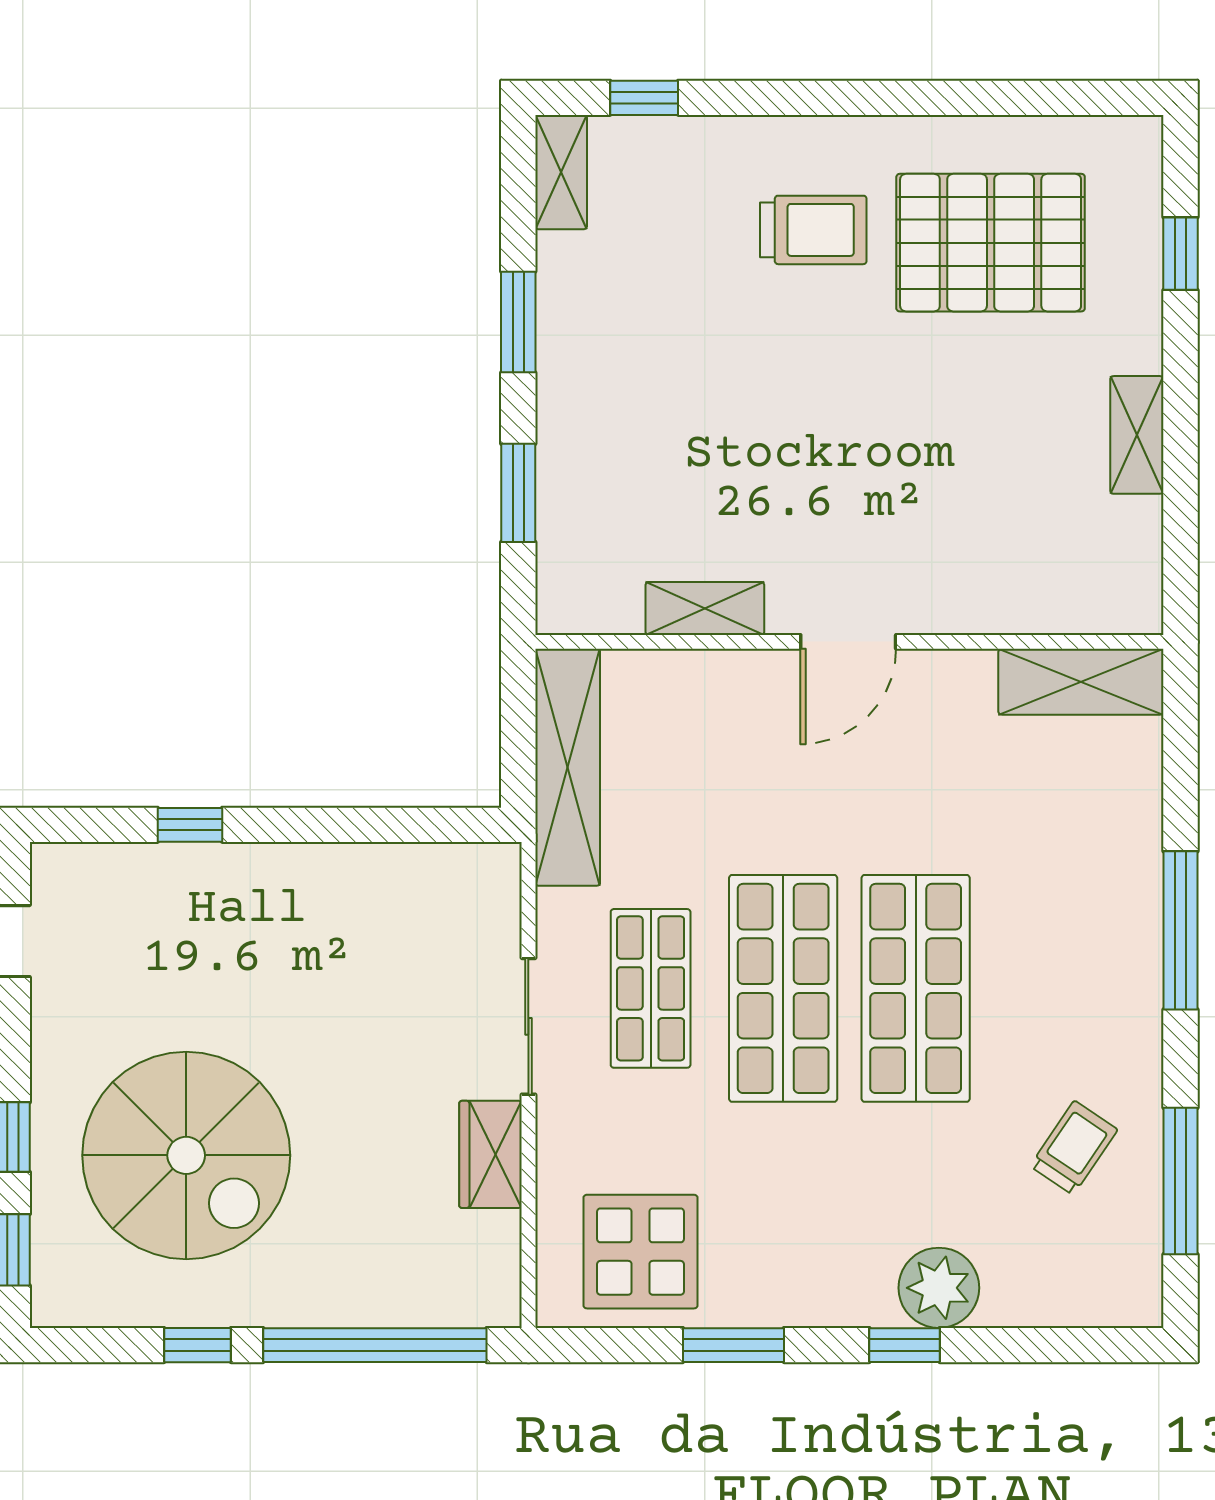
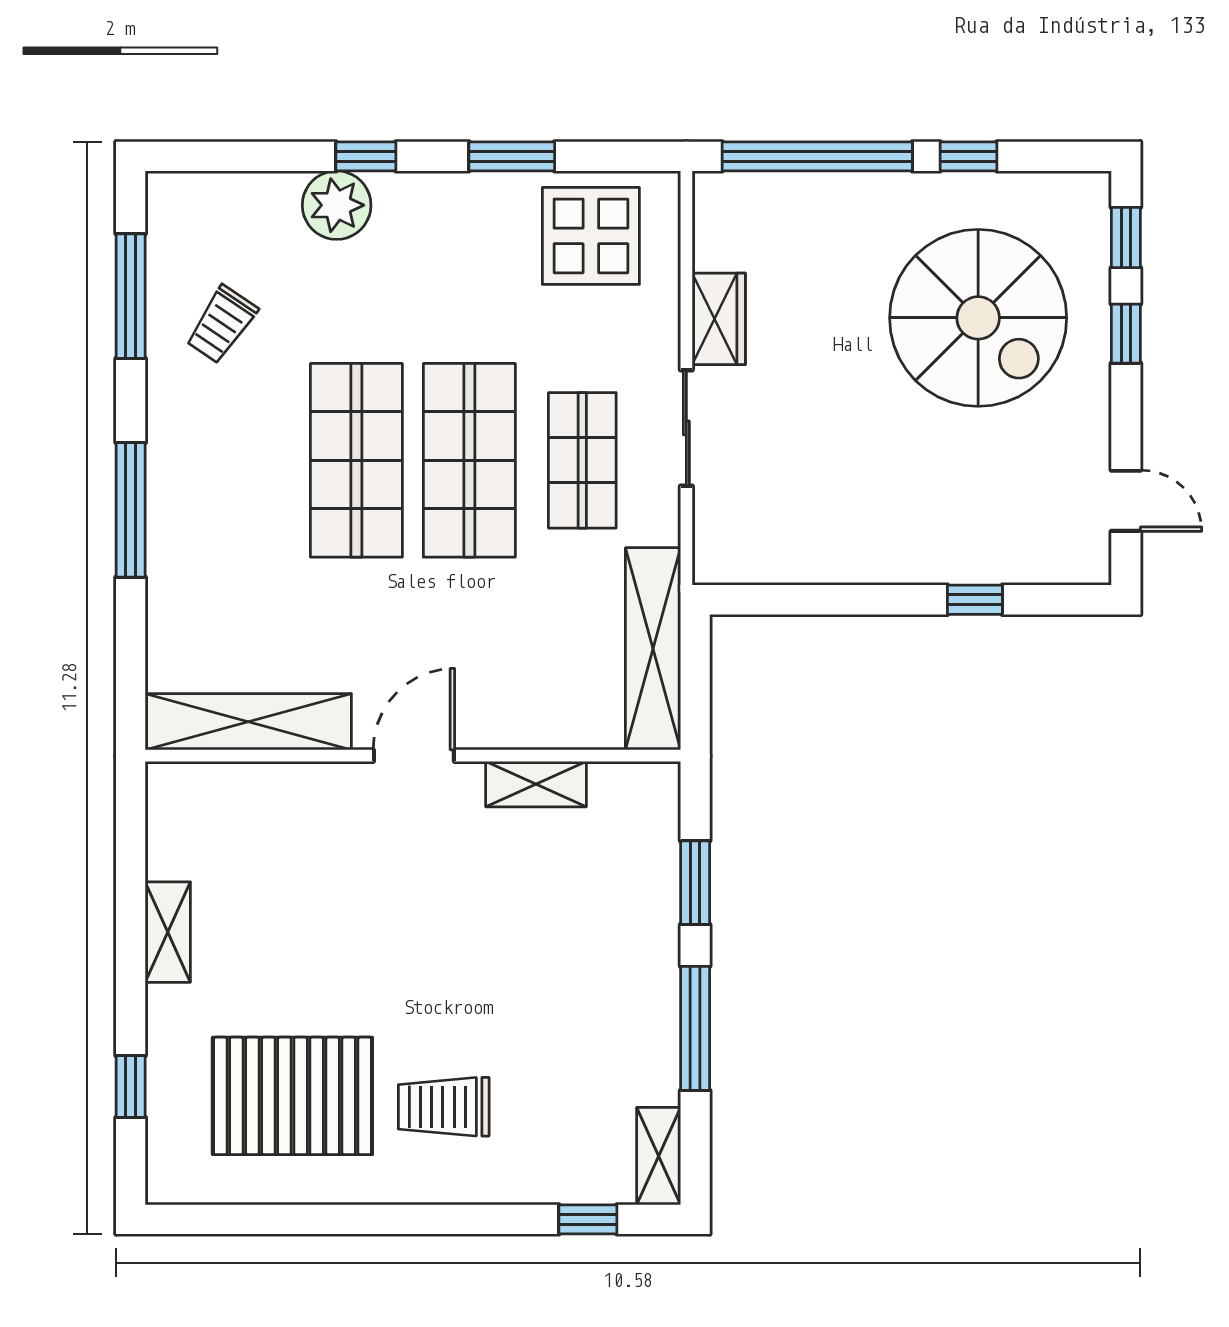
window: (518, 322) -> (695, 1028), width x1.44
shelving: (1081, 682) -> (248, 722), width x1.47
spiral stairs: (186, 1155) -> (978, 318), turned 180

